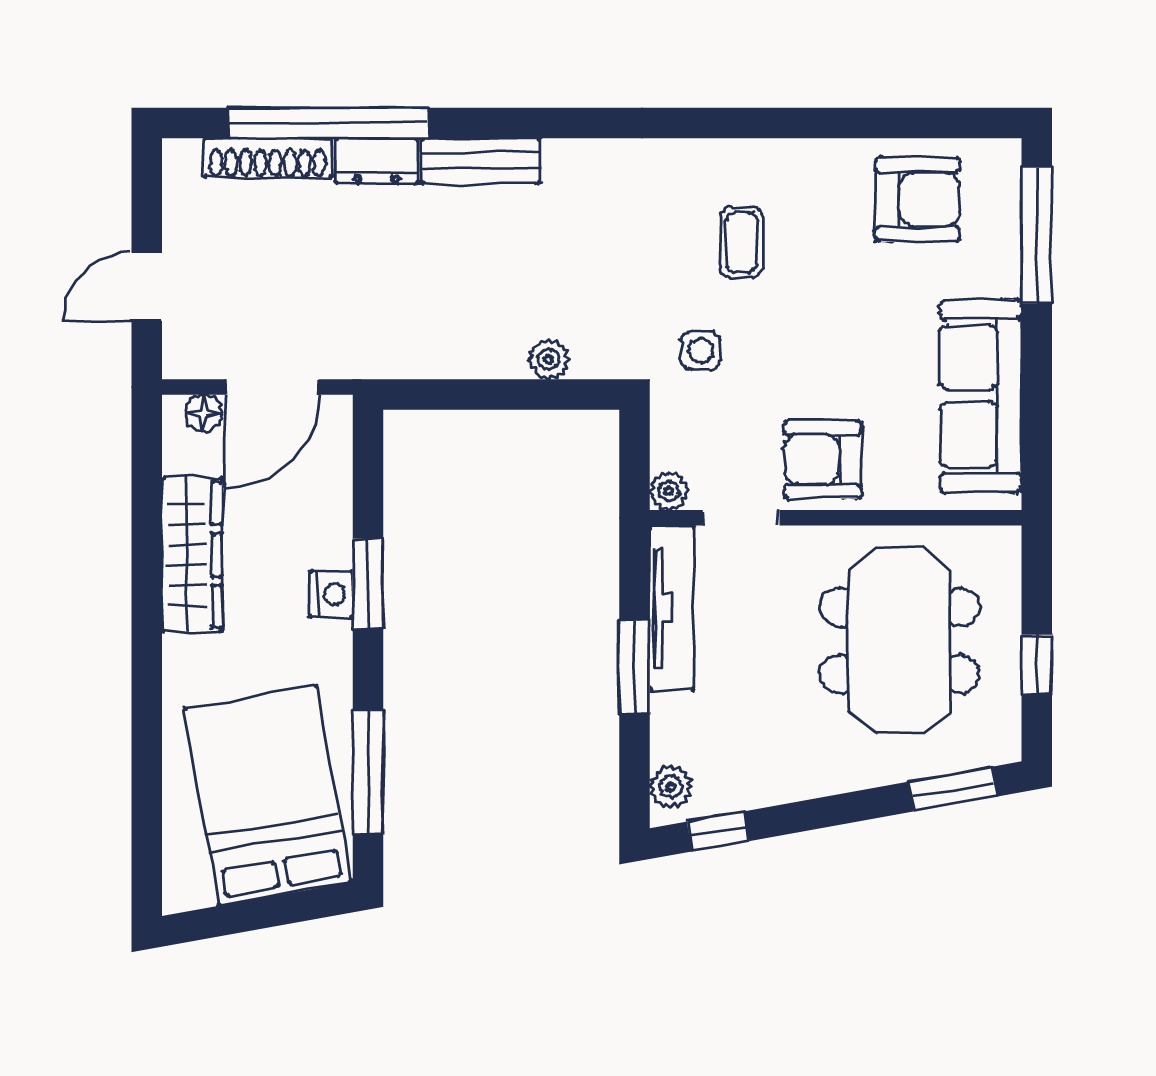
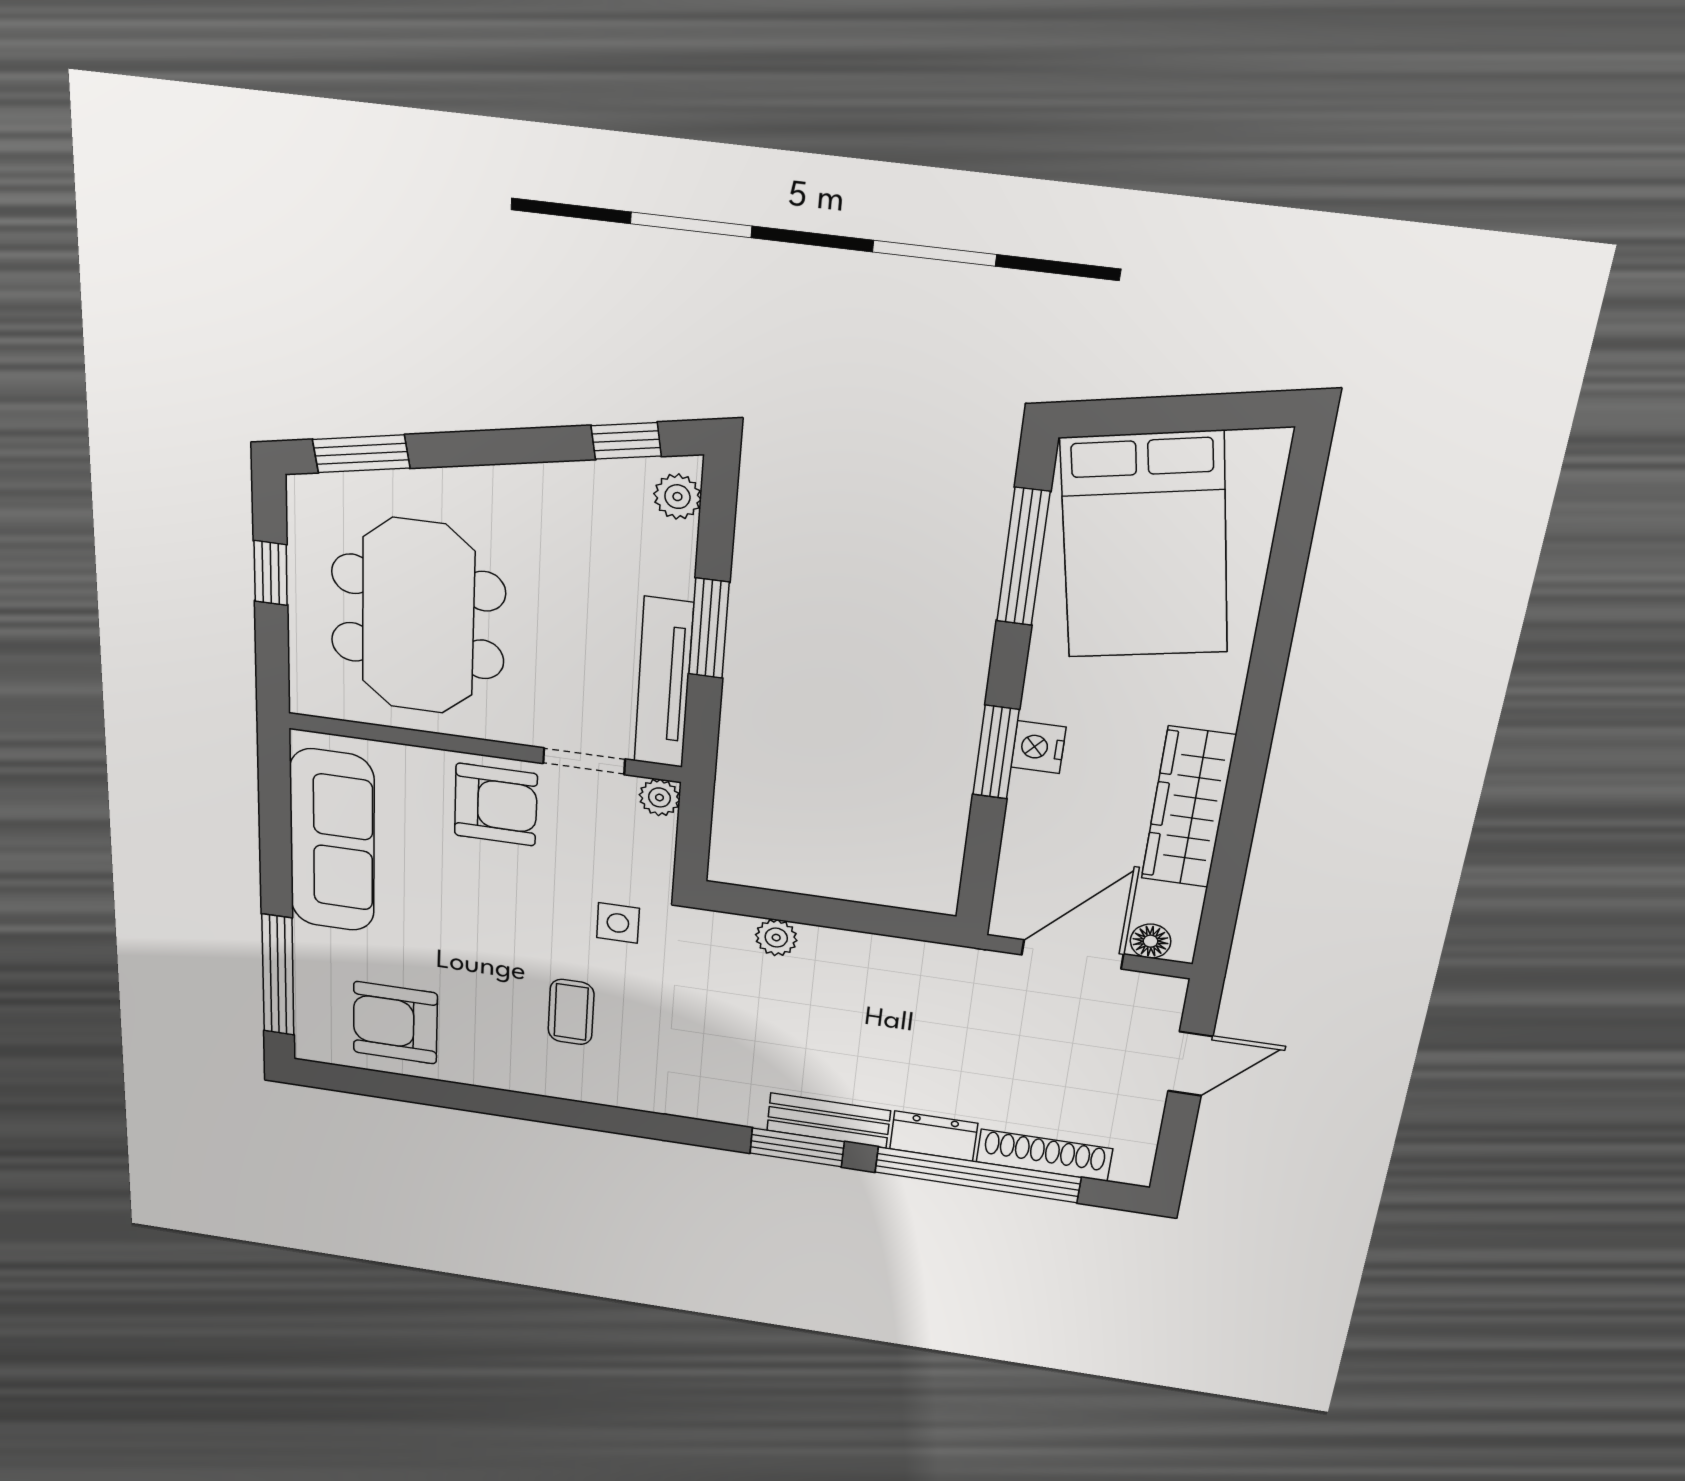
window: (508, 123) -> (797, 1147), added

